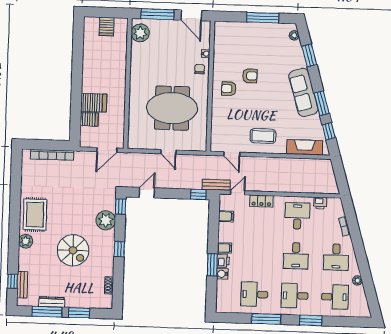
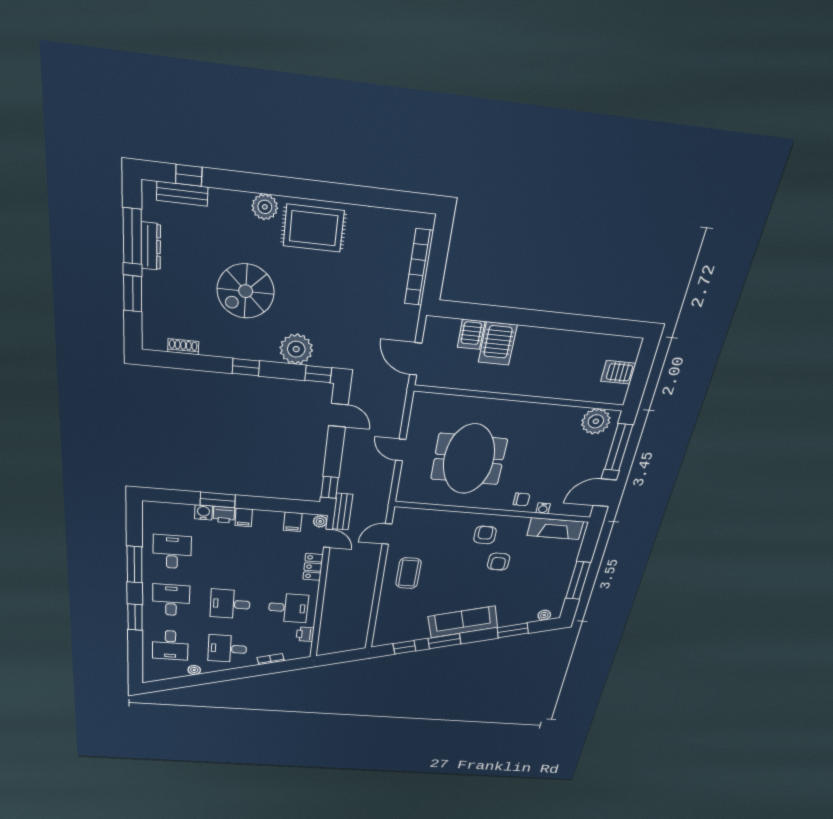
fireplace: (305, 147) -> (555, 529), moved, turned 90
door: (168, 152) -> (401, 450), hinge flipped
plant: (225, 199) -> (320, 521), added

